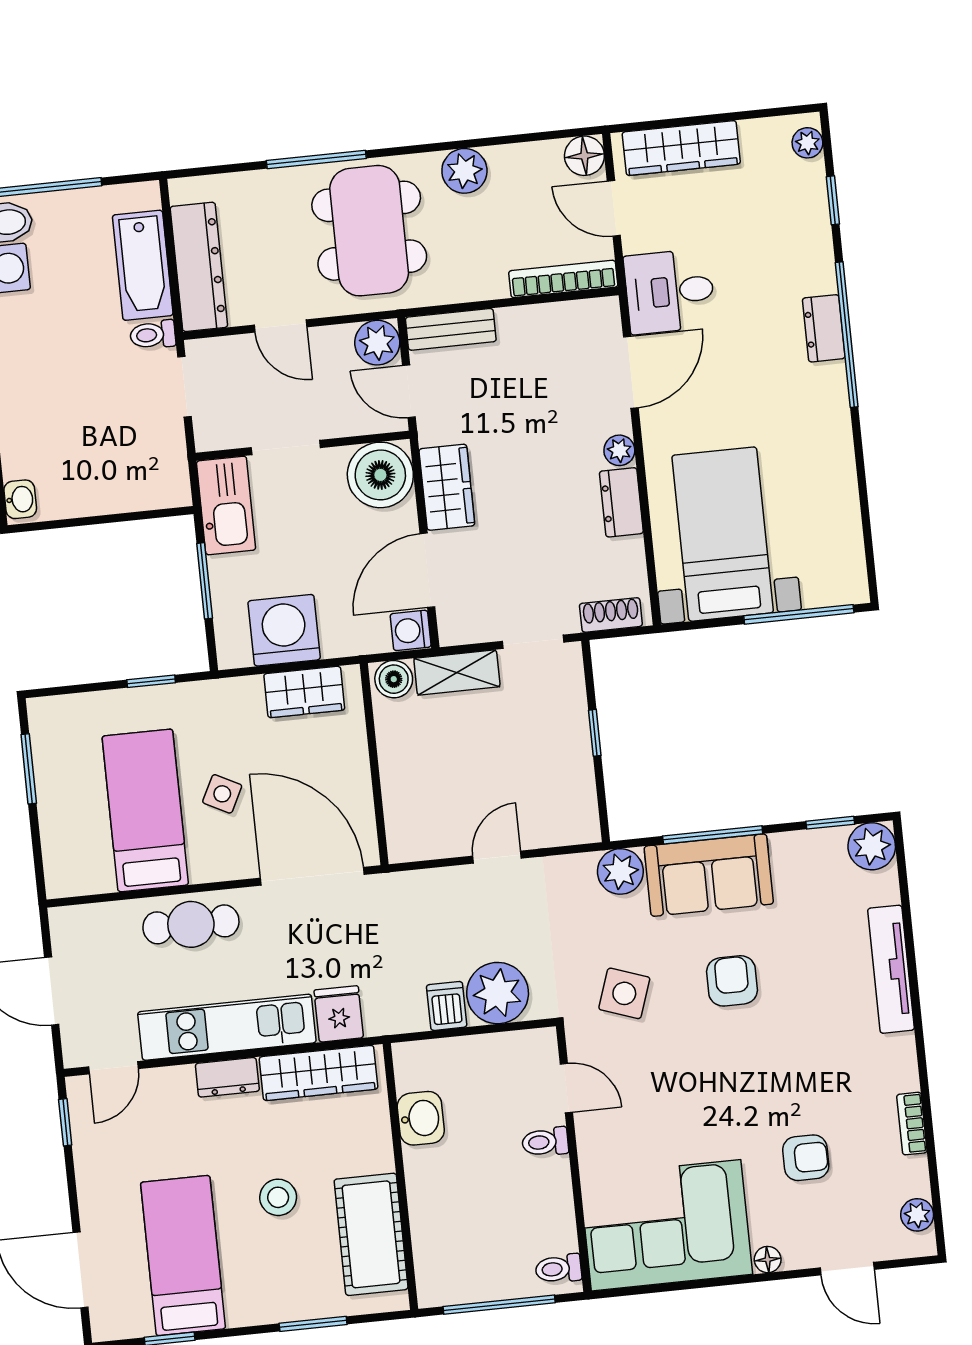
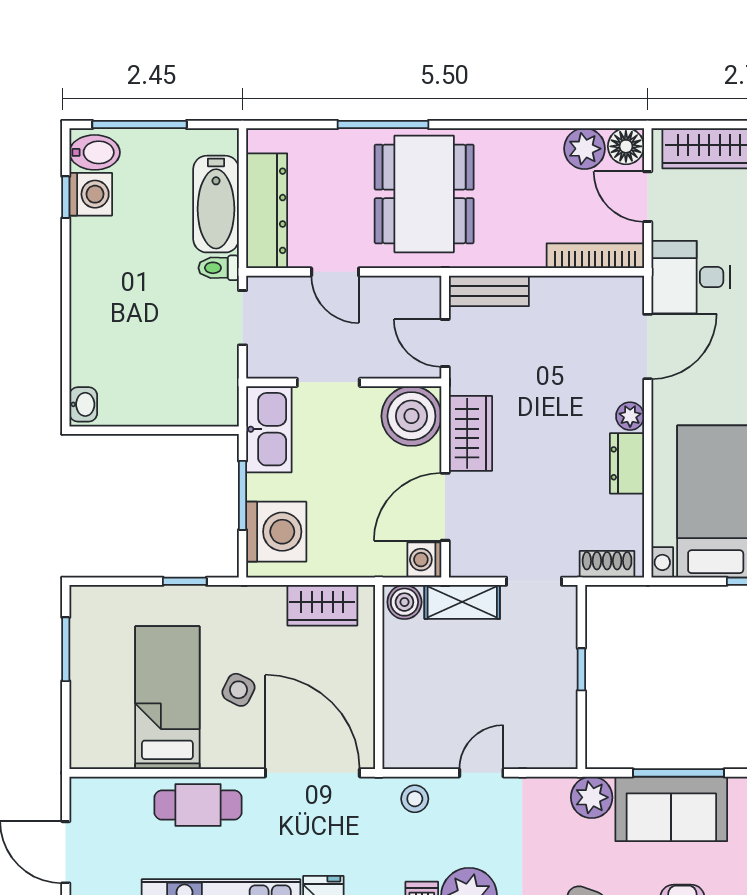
plant: (464, 171) -> (585, 149), moved
plant: (377, 343) -> (421, 296), removed
washing machine: (284, 630) -> (276, 532), moved, turned 90
stool: (427, 893) -> (415, 799), added

